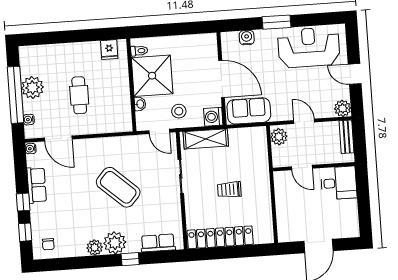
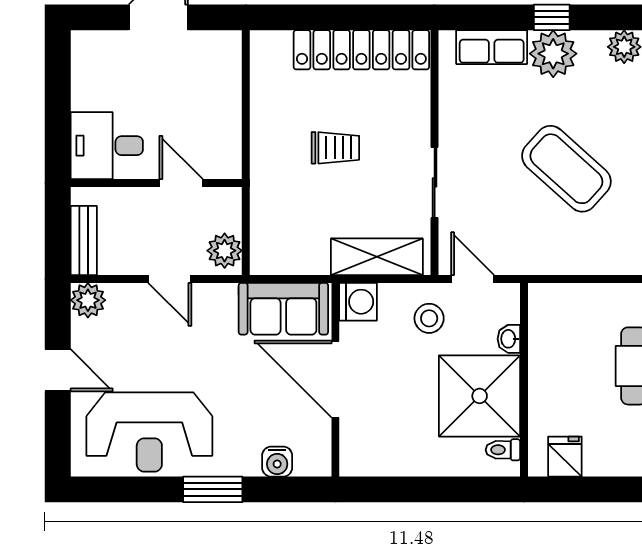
plant: (115, 243) -> (553, 54), moved

